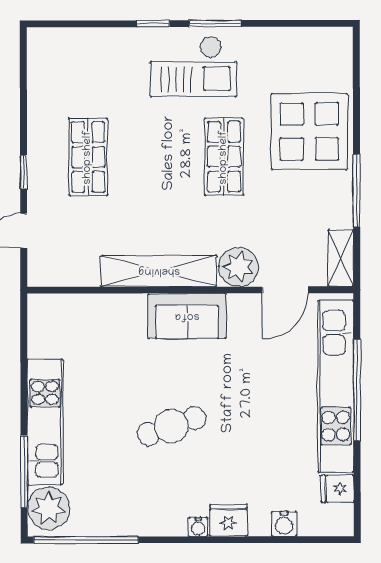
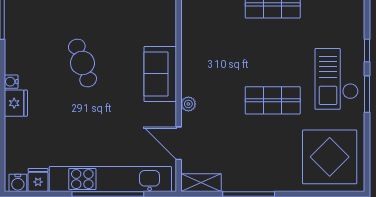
display table: (309, 131) -> (330, 157), moved
plant: (238, 267) -> (188, 104), width x0.53, depth x0.53
shelving: (159, 271) -> (192, 54), removed
water cooler: (284, 524) -> (18, 183), moved, turned -90

